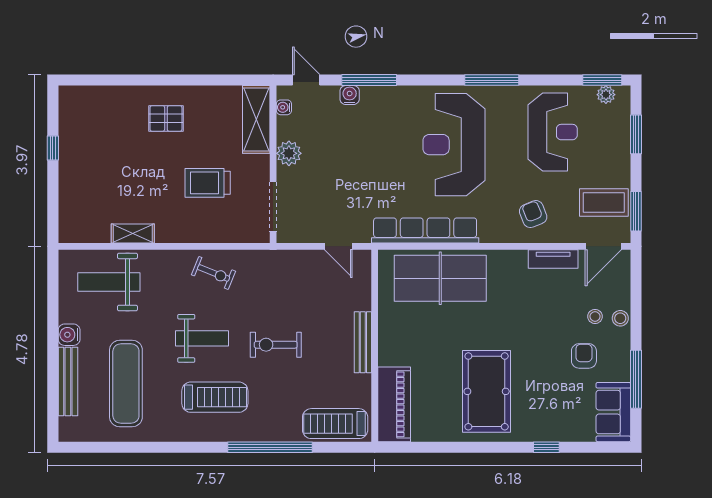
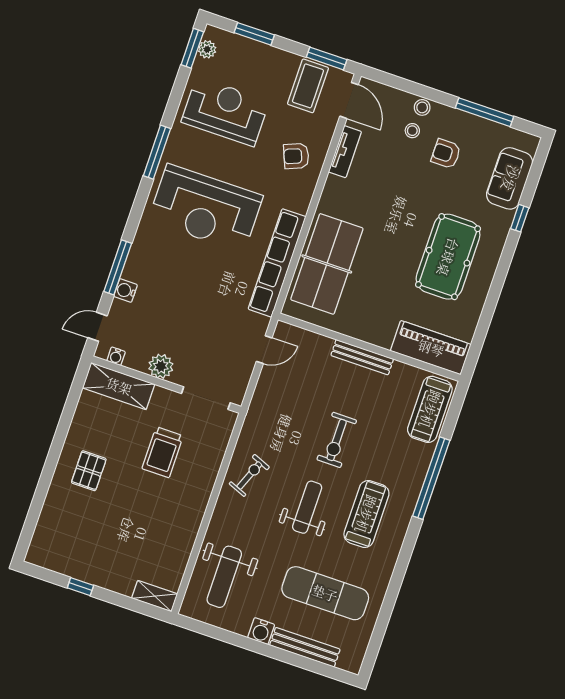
shelving: (133, 234) -> (155, 596), moved, turned 90
pool table: (487, 391) -> (448, 257), turned 90
sofa: (613, 412) -> (510, 178), moved, turned 90

